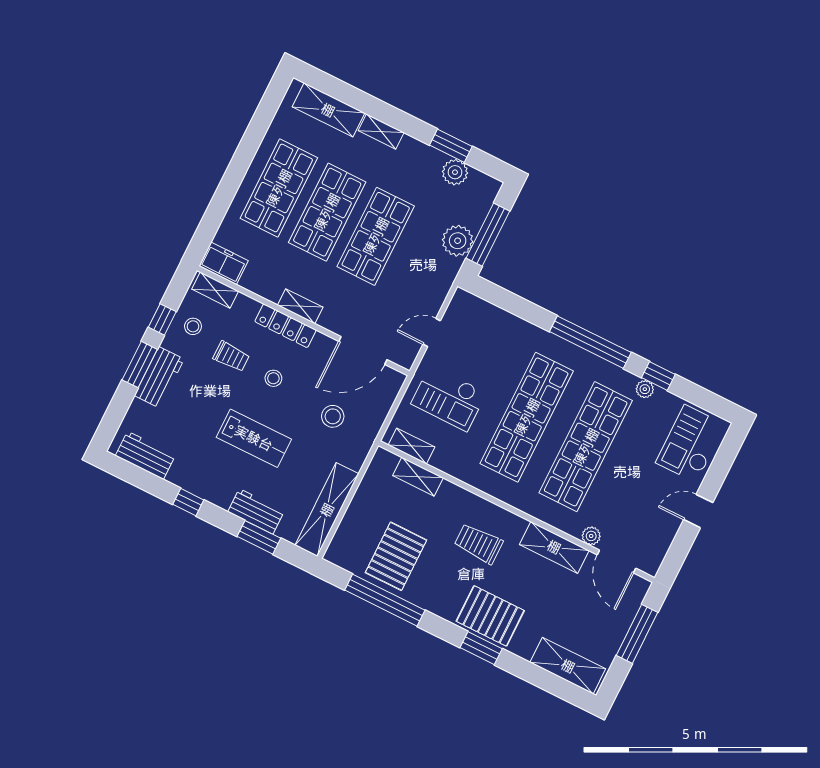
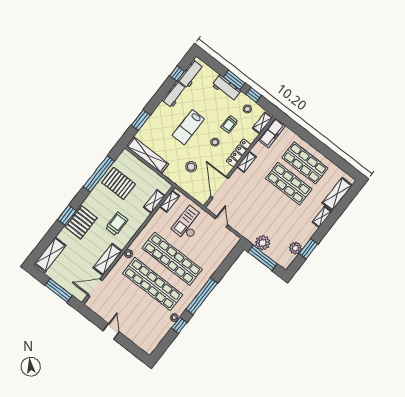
shop shelf: (376, 236) -> (273, 204), removed
freezer: (224, 263) -> (272, 133), width x1.40
checkout: (690, 444) -> (144, 334), removed
window: (188, 502) -> (177, 73), moved
workbench: (256, 511) -> (174, 94), moved
plant: (591, 536) -> (128, 254), moved

